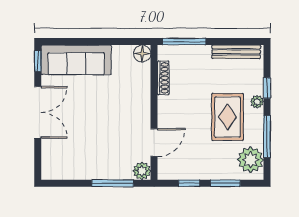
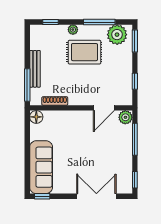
bench: (236, 52) -> (35, 69), moved
window: (267, 88) -> (50, 22), moved
double door: (38, 112) -> (96, 196), moved
door: (154, 142) -> (104, 108), swing flipped
window: (60, 183) -> (135, 180), added
window: (225, 183) -> (135, 41), moved

